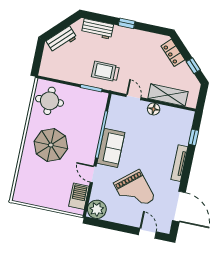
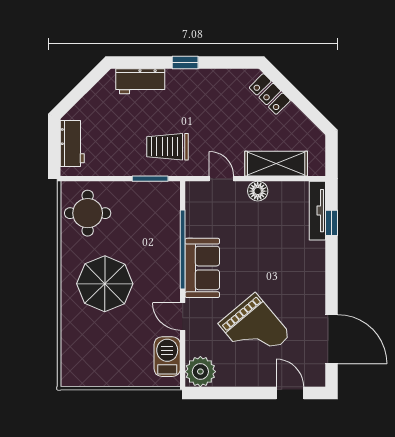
workbench: (62, 39) -> (72, 143), moved, turned -45
window: (193, 66) -> (307, 108), removed
tv unit: (179, 163) -> (317, 211), moved

